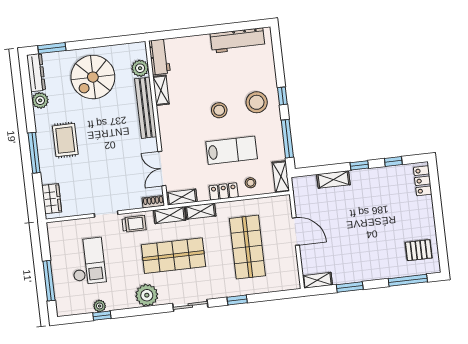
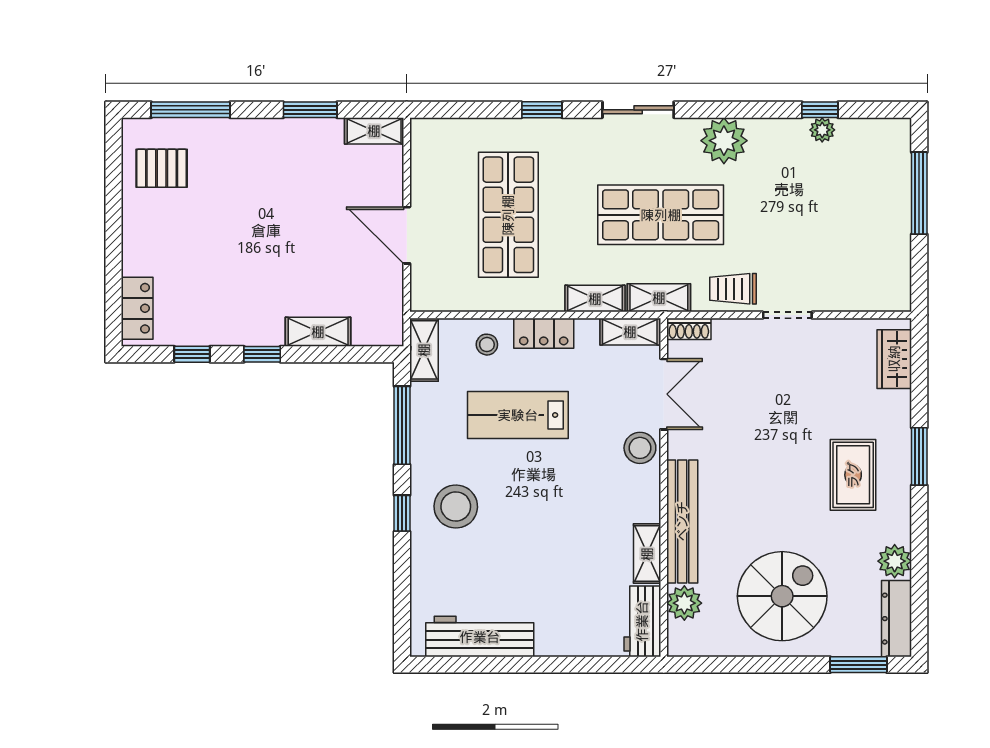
stool: (219, 110) -> (640, 448), moved
window: (34, 153) -> (919, 456), width x0.69
checkout: (88, 261) -> (835, 223), removed

